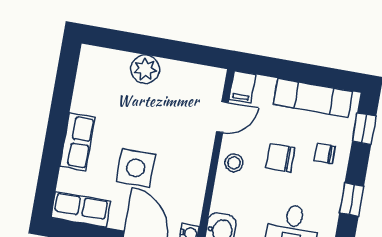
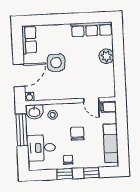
window: (364, 129) -> (91, 173), moved
row of seats: (78, 142) -> (92, 29), moved, width x1.48
chair: (325, 153) -> (68, 160), moved
stool: (234, 163) -> (53, 115), moved

